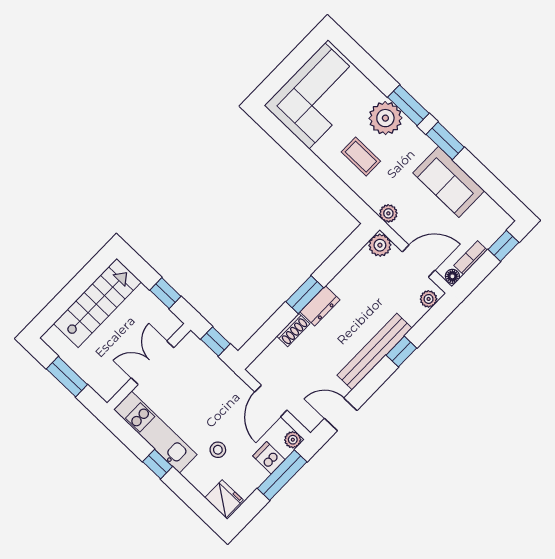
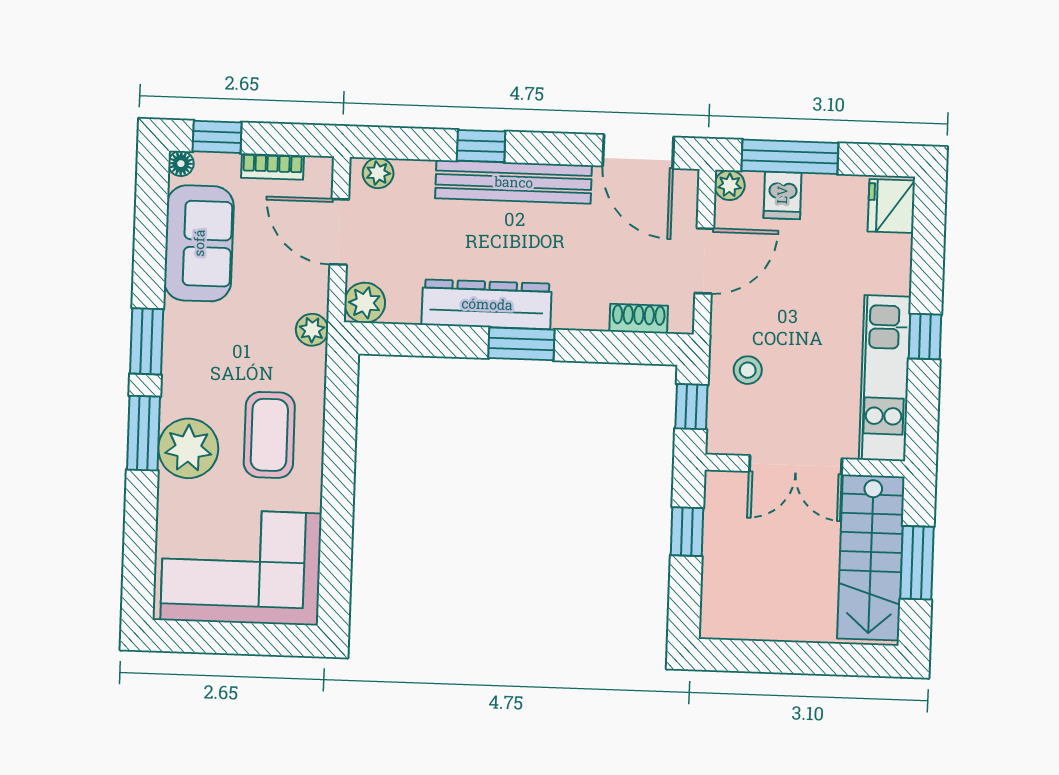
coffee table: (361, 157) -> (269, 435), width x1.36, depth x1.30
sofa: (449, 182) -> (199, 243), moved
floor lamp: (452, 276) -> (181, 164), moved
stairs: (97, 303) -> (871, 558), moved, turned -90
dresser: (320, 306) -> (487, 304), width x1.96, depth x1.24
shoe rack: (293, 330) -> (639, 319), moved
door: (341, 414) -> (638, 152), width x1.38
stool: (218, 450) -> (748, 370), moved

